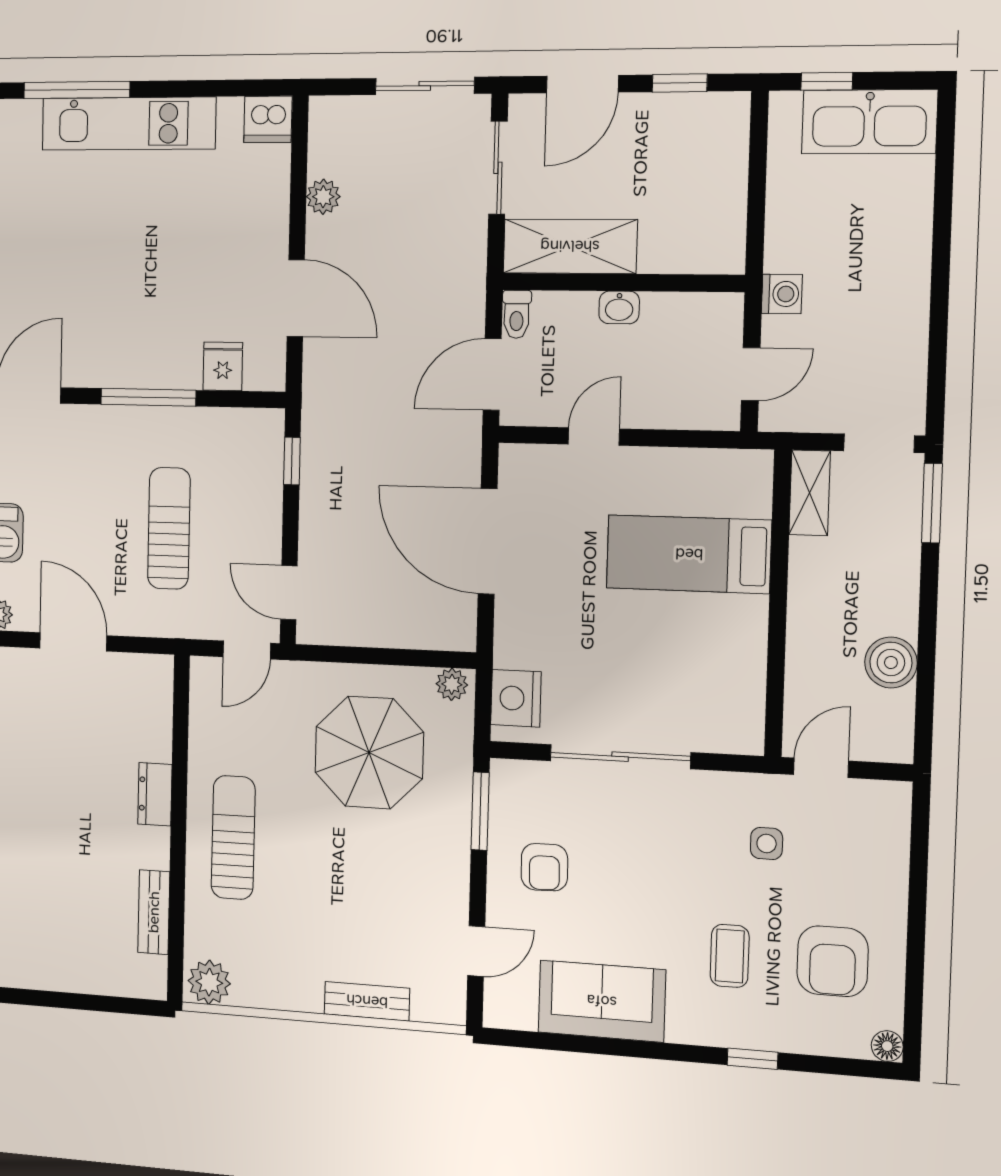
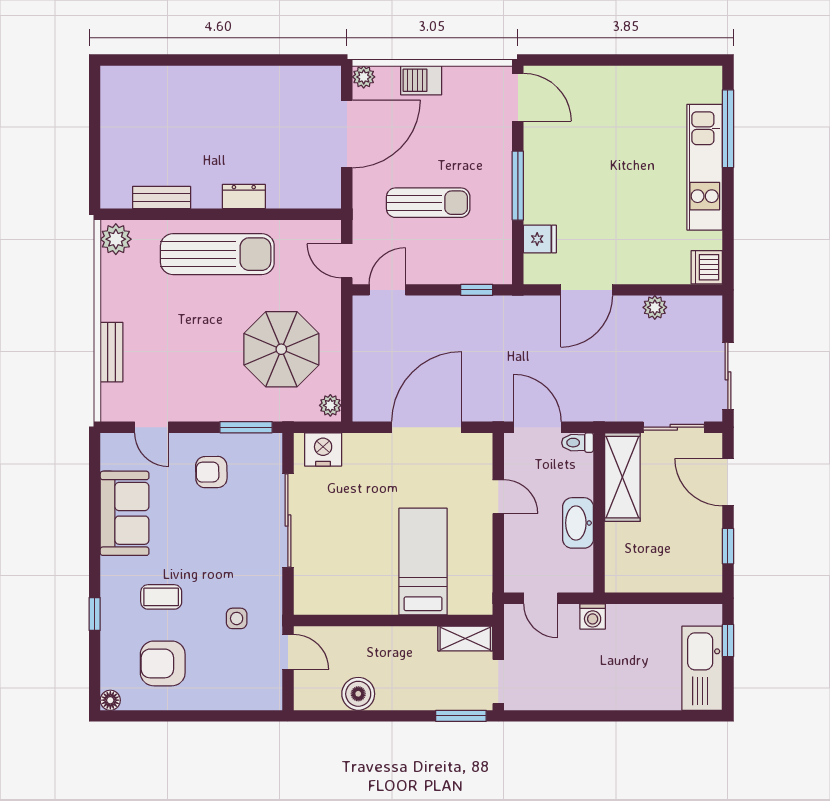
washbasin: (619, 307) -> (578, 523), width x1.91, depth x1.45
door: (73, 642) -> (347, 134), width x1.36
sun lounger: (233, 837) -> (217, 254), width x1.36, depth x1.34

